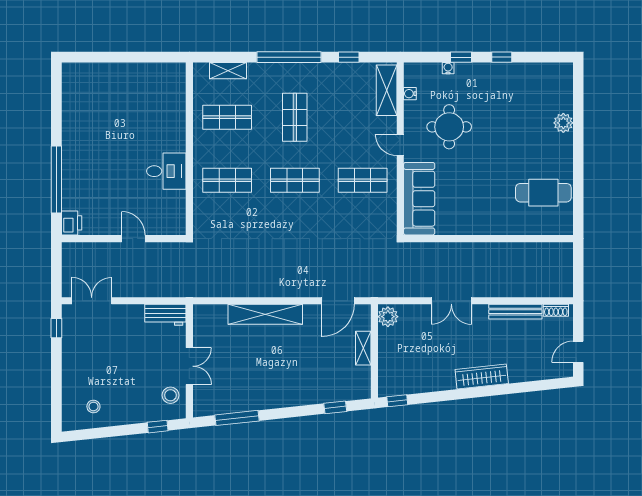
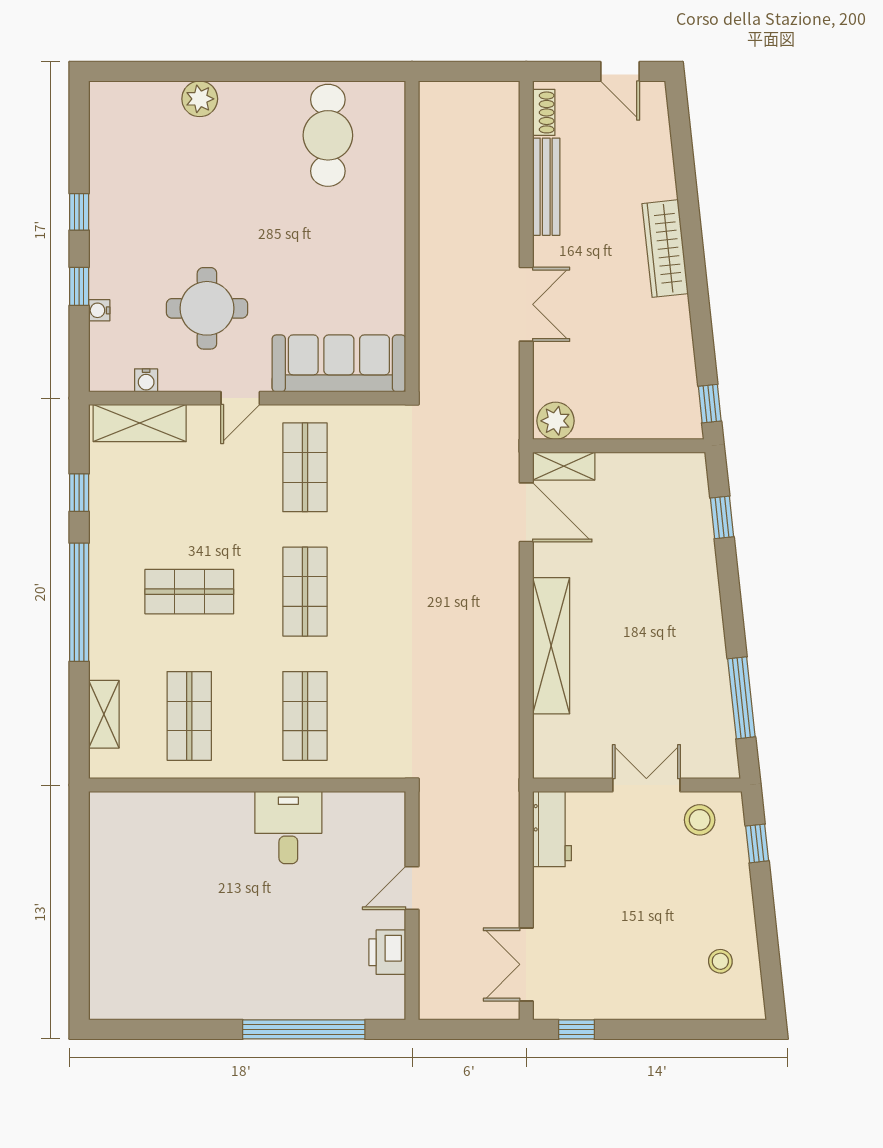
printer: (72, 223) -> (387, 952), moved, turned -90
shelving: (363, 348) -> (564, 466), moved

